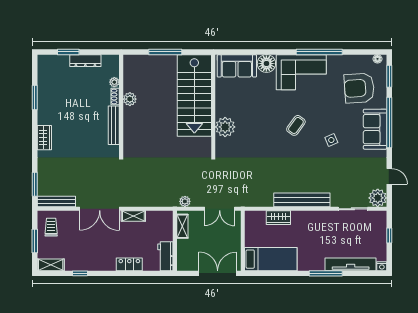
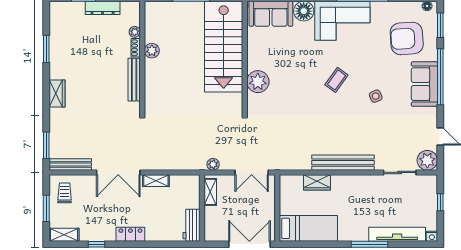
locker: (129, 264) -> (130, 234), moved

